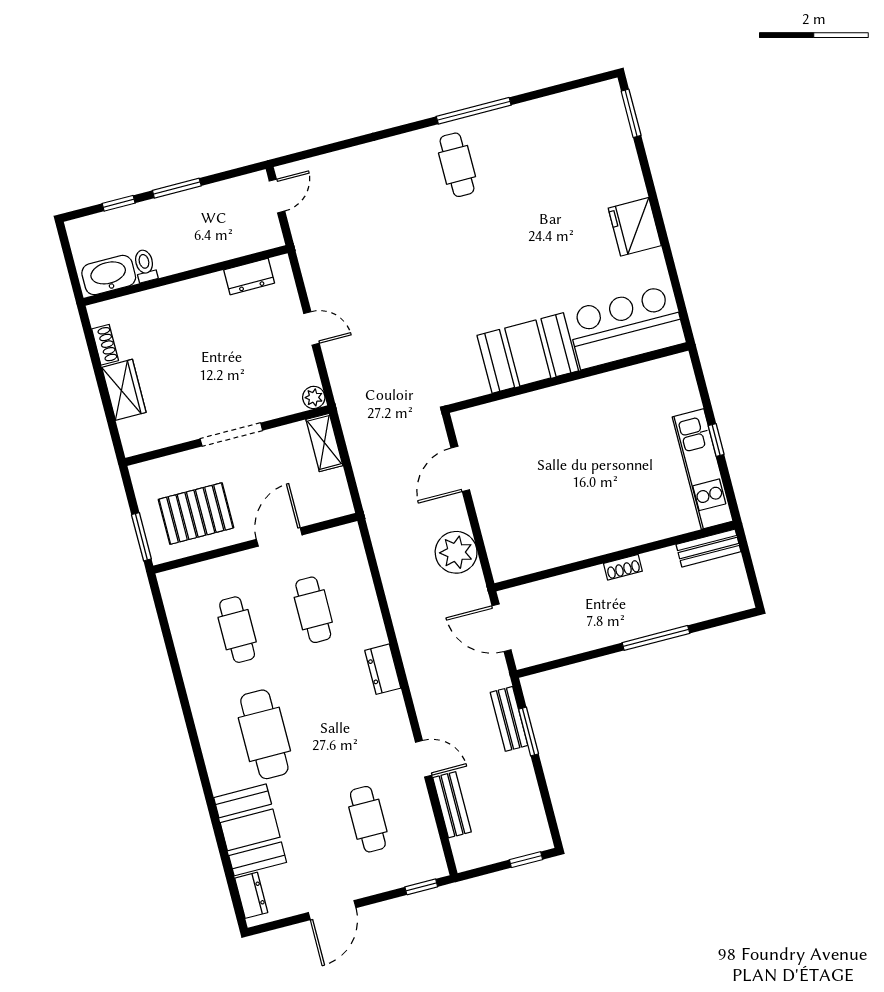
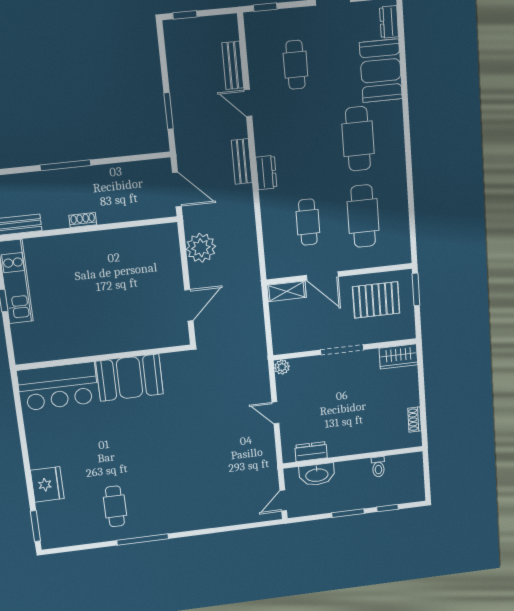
cafe table: (457, 165) -> (115, 506), moved
fridge: (635, 227) -> (47, 484), moved
washbasin: (109, 275) -> (317, 475), moved
wardrobe: (124, 390) -> (398, 356), moved, turned -90
shelving: (324, 442) -> (287, 291), moved, turned 90
door: (279, 537) -> (322, 276), hinge flipped
cafe table: (237, 630) -> (363, 216), width x1.37, depth x1.35
bench: (509, 719) -> (242, 161), moved

